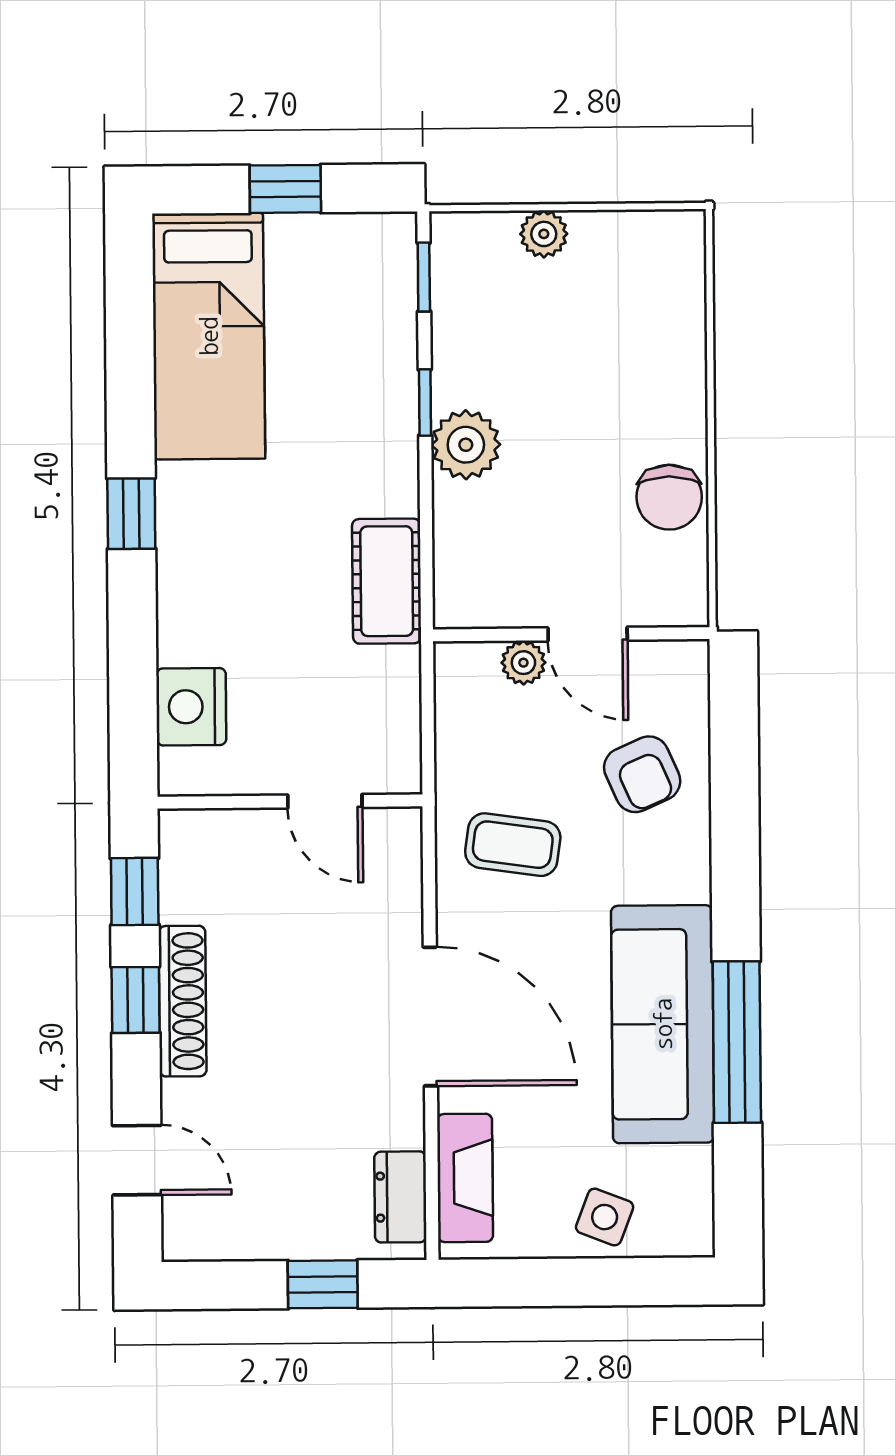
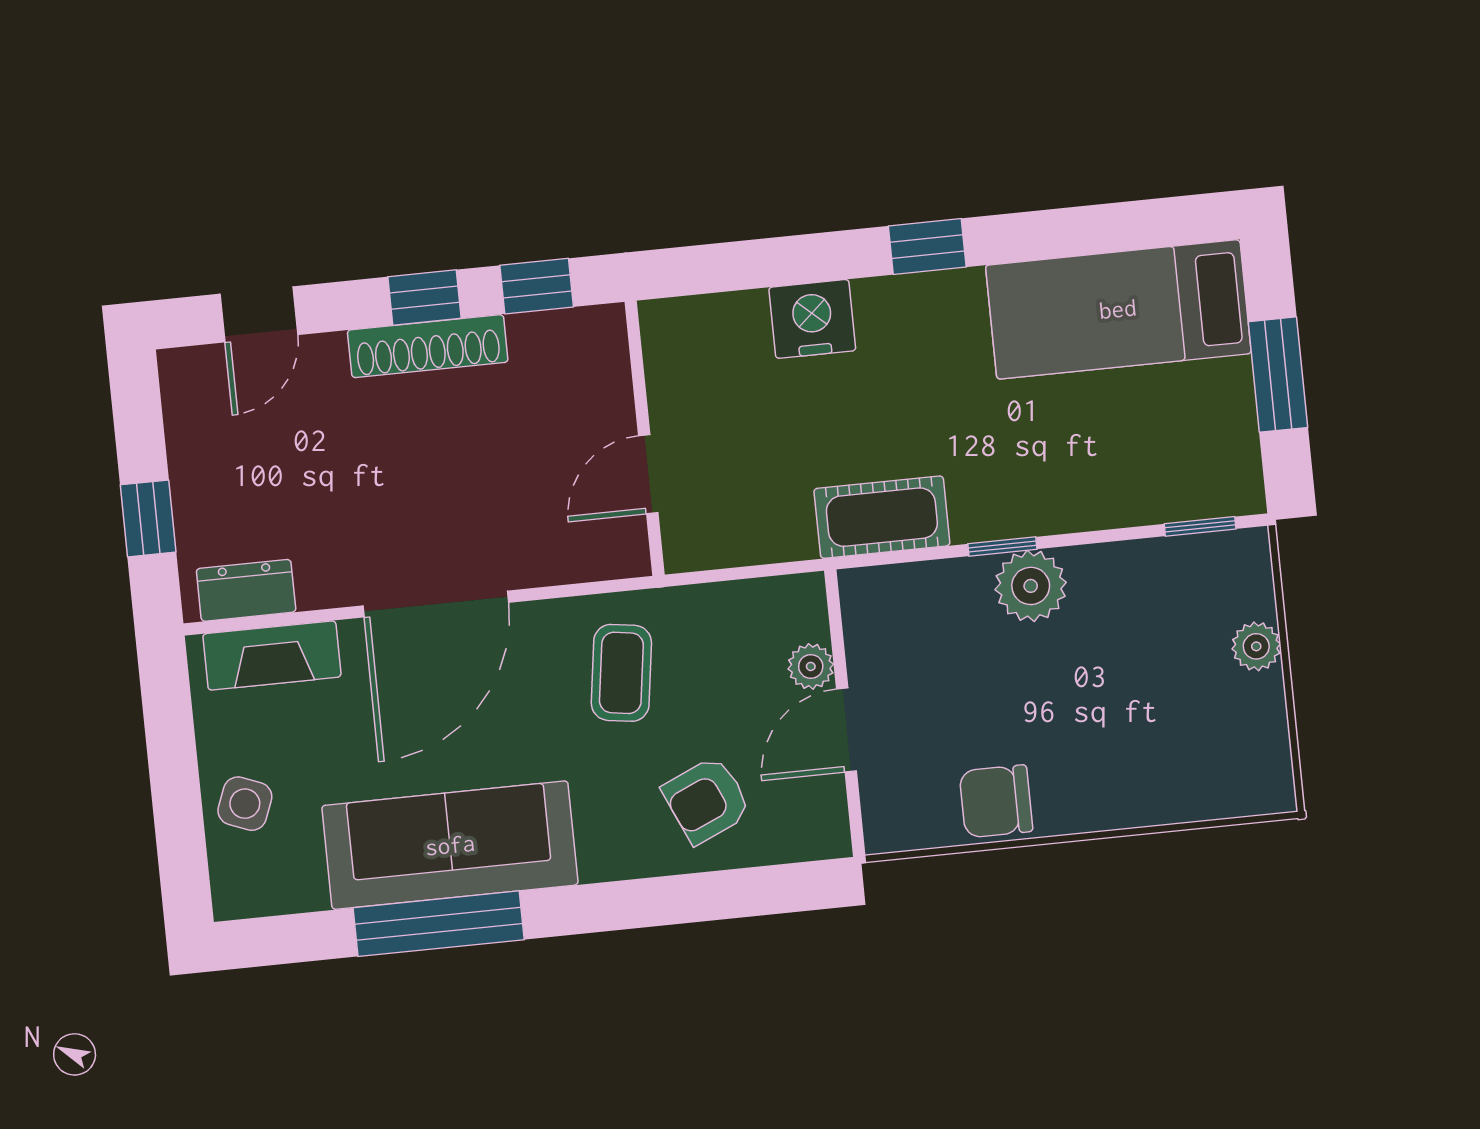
window: (285, 189) -> (1278, 375), width x1.50
window: (425, 402) -> (1002, 546), moved
nightstand: (191, 707) -> (812, 319), moved

